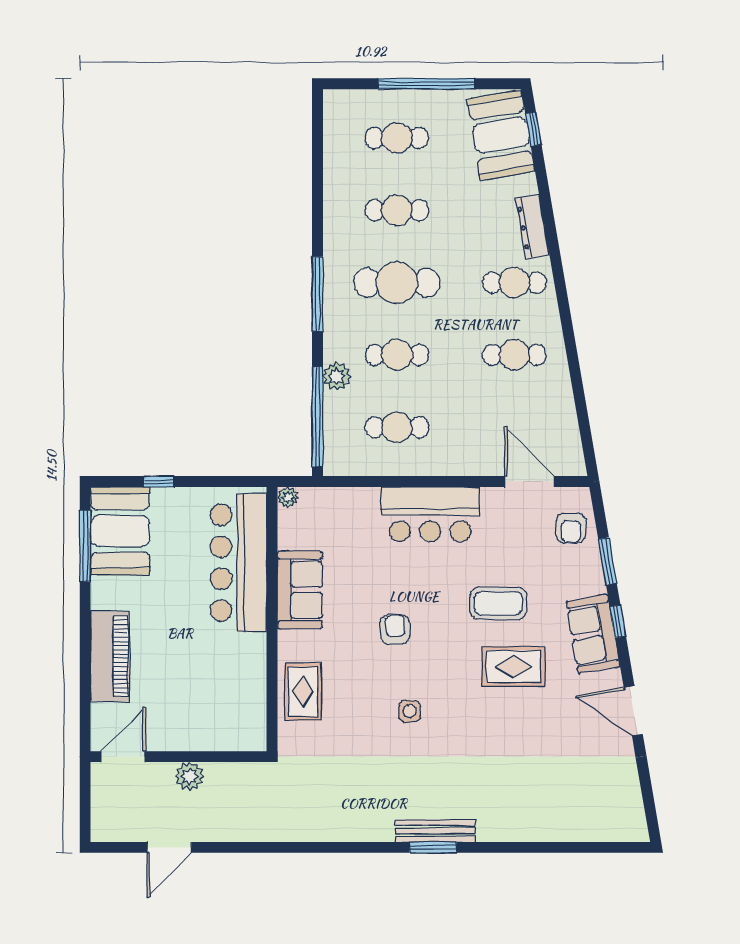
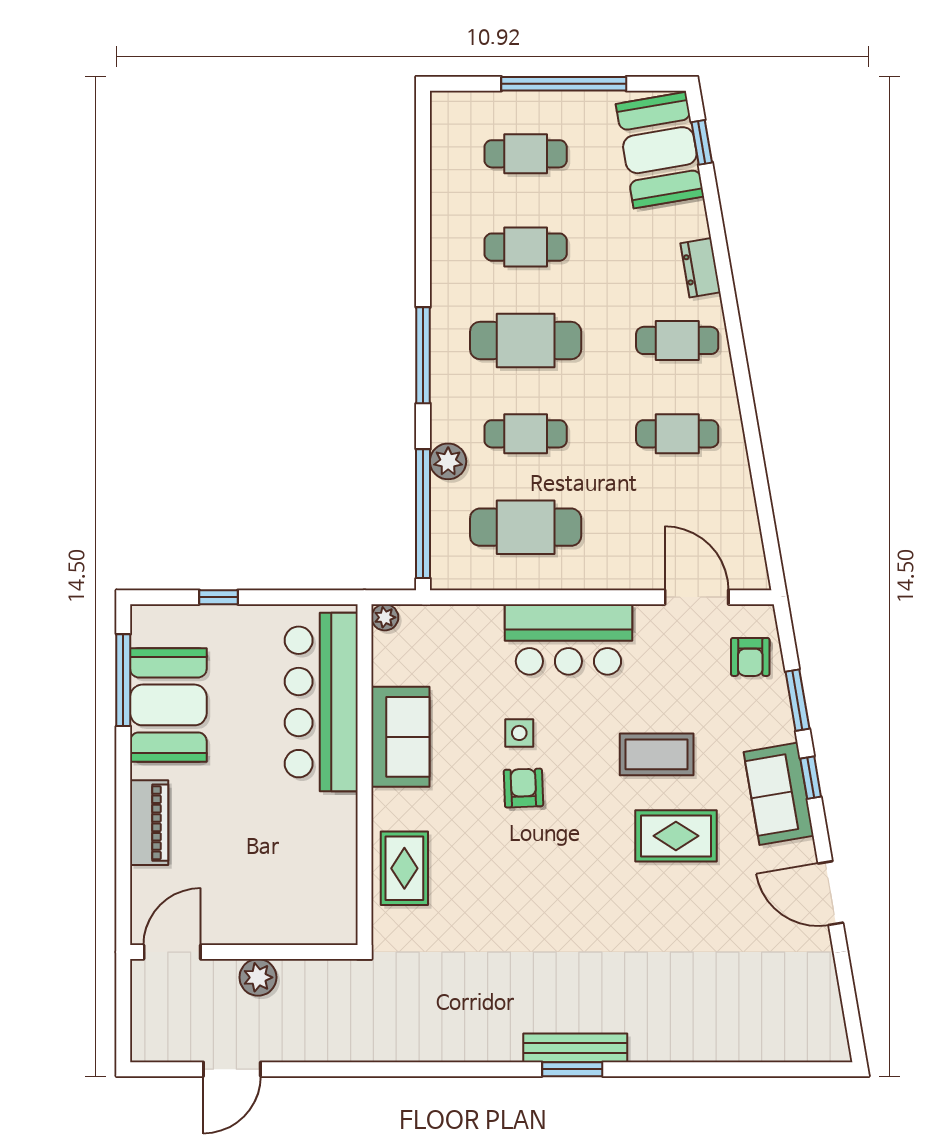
dresser: (532, 226) -> (700, 268), width x0.70
cafe table: (397, 427) -> (526, 527), width x1.37, depth x1.35
booth: (120, 531) -> (168, 705), moved
piano: (110, 656) -> (149, 823), width x0.73, depth x0.75
side table: (410, 711) -> (519, 733), moved

